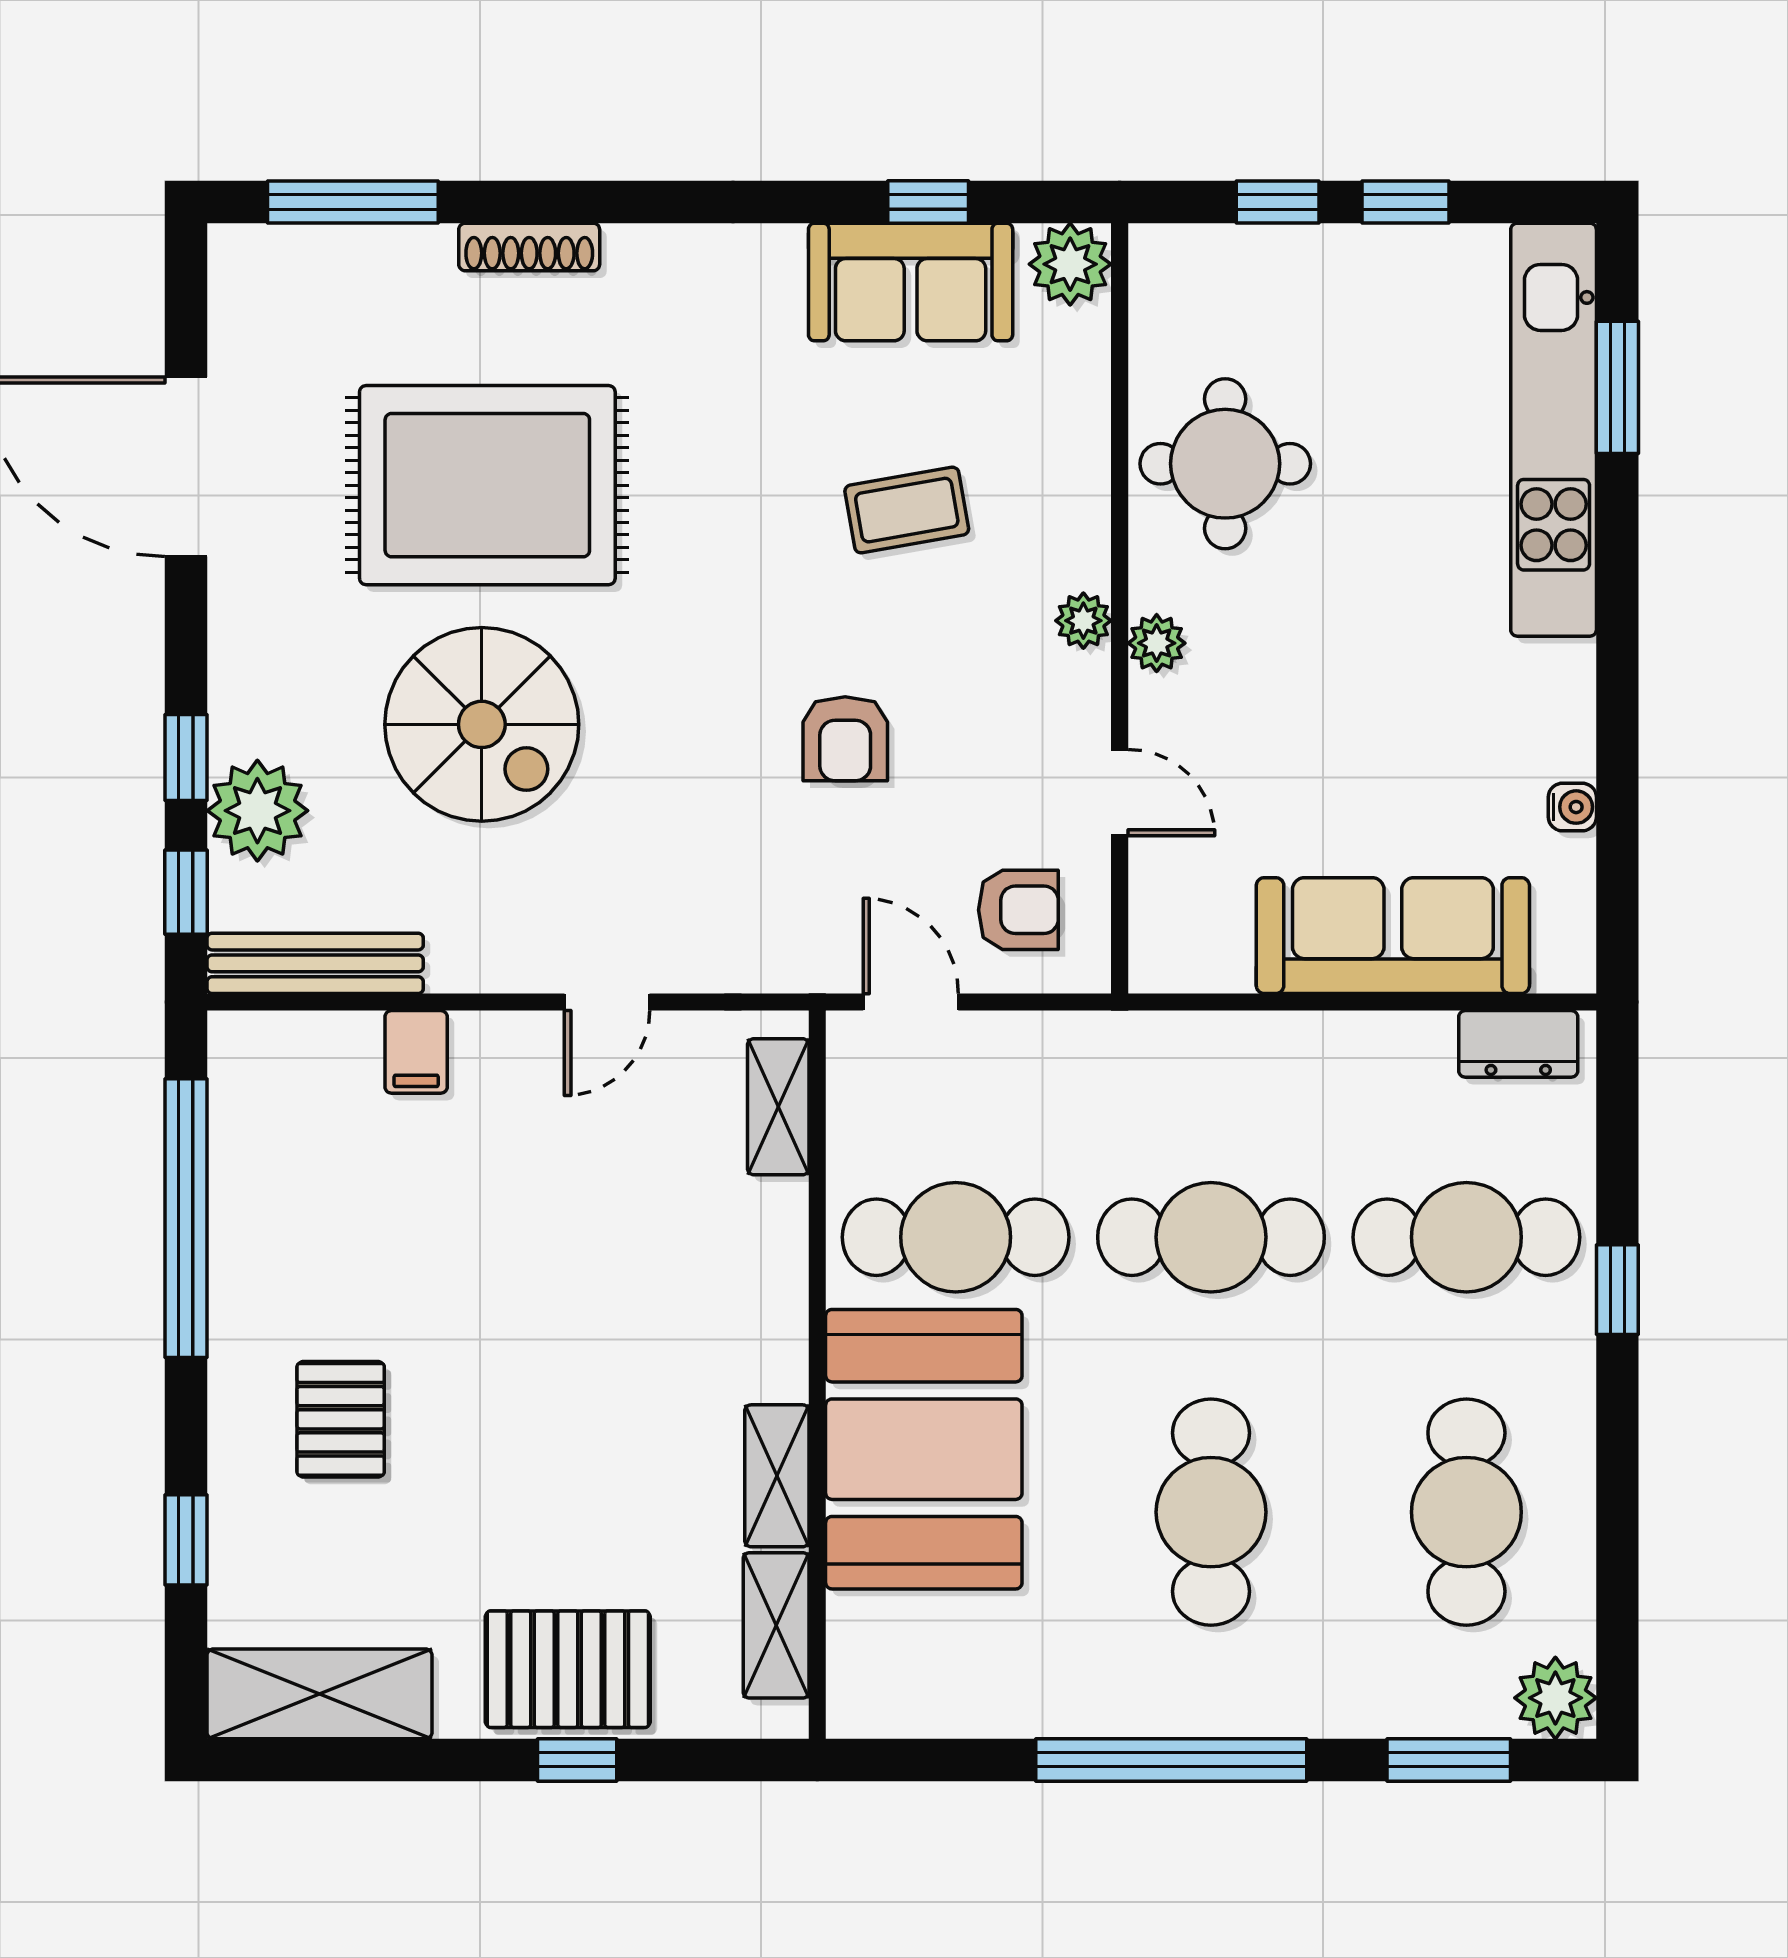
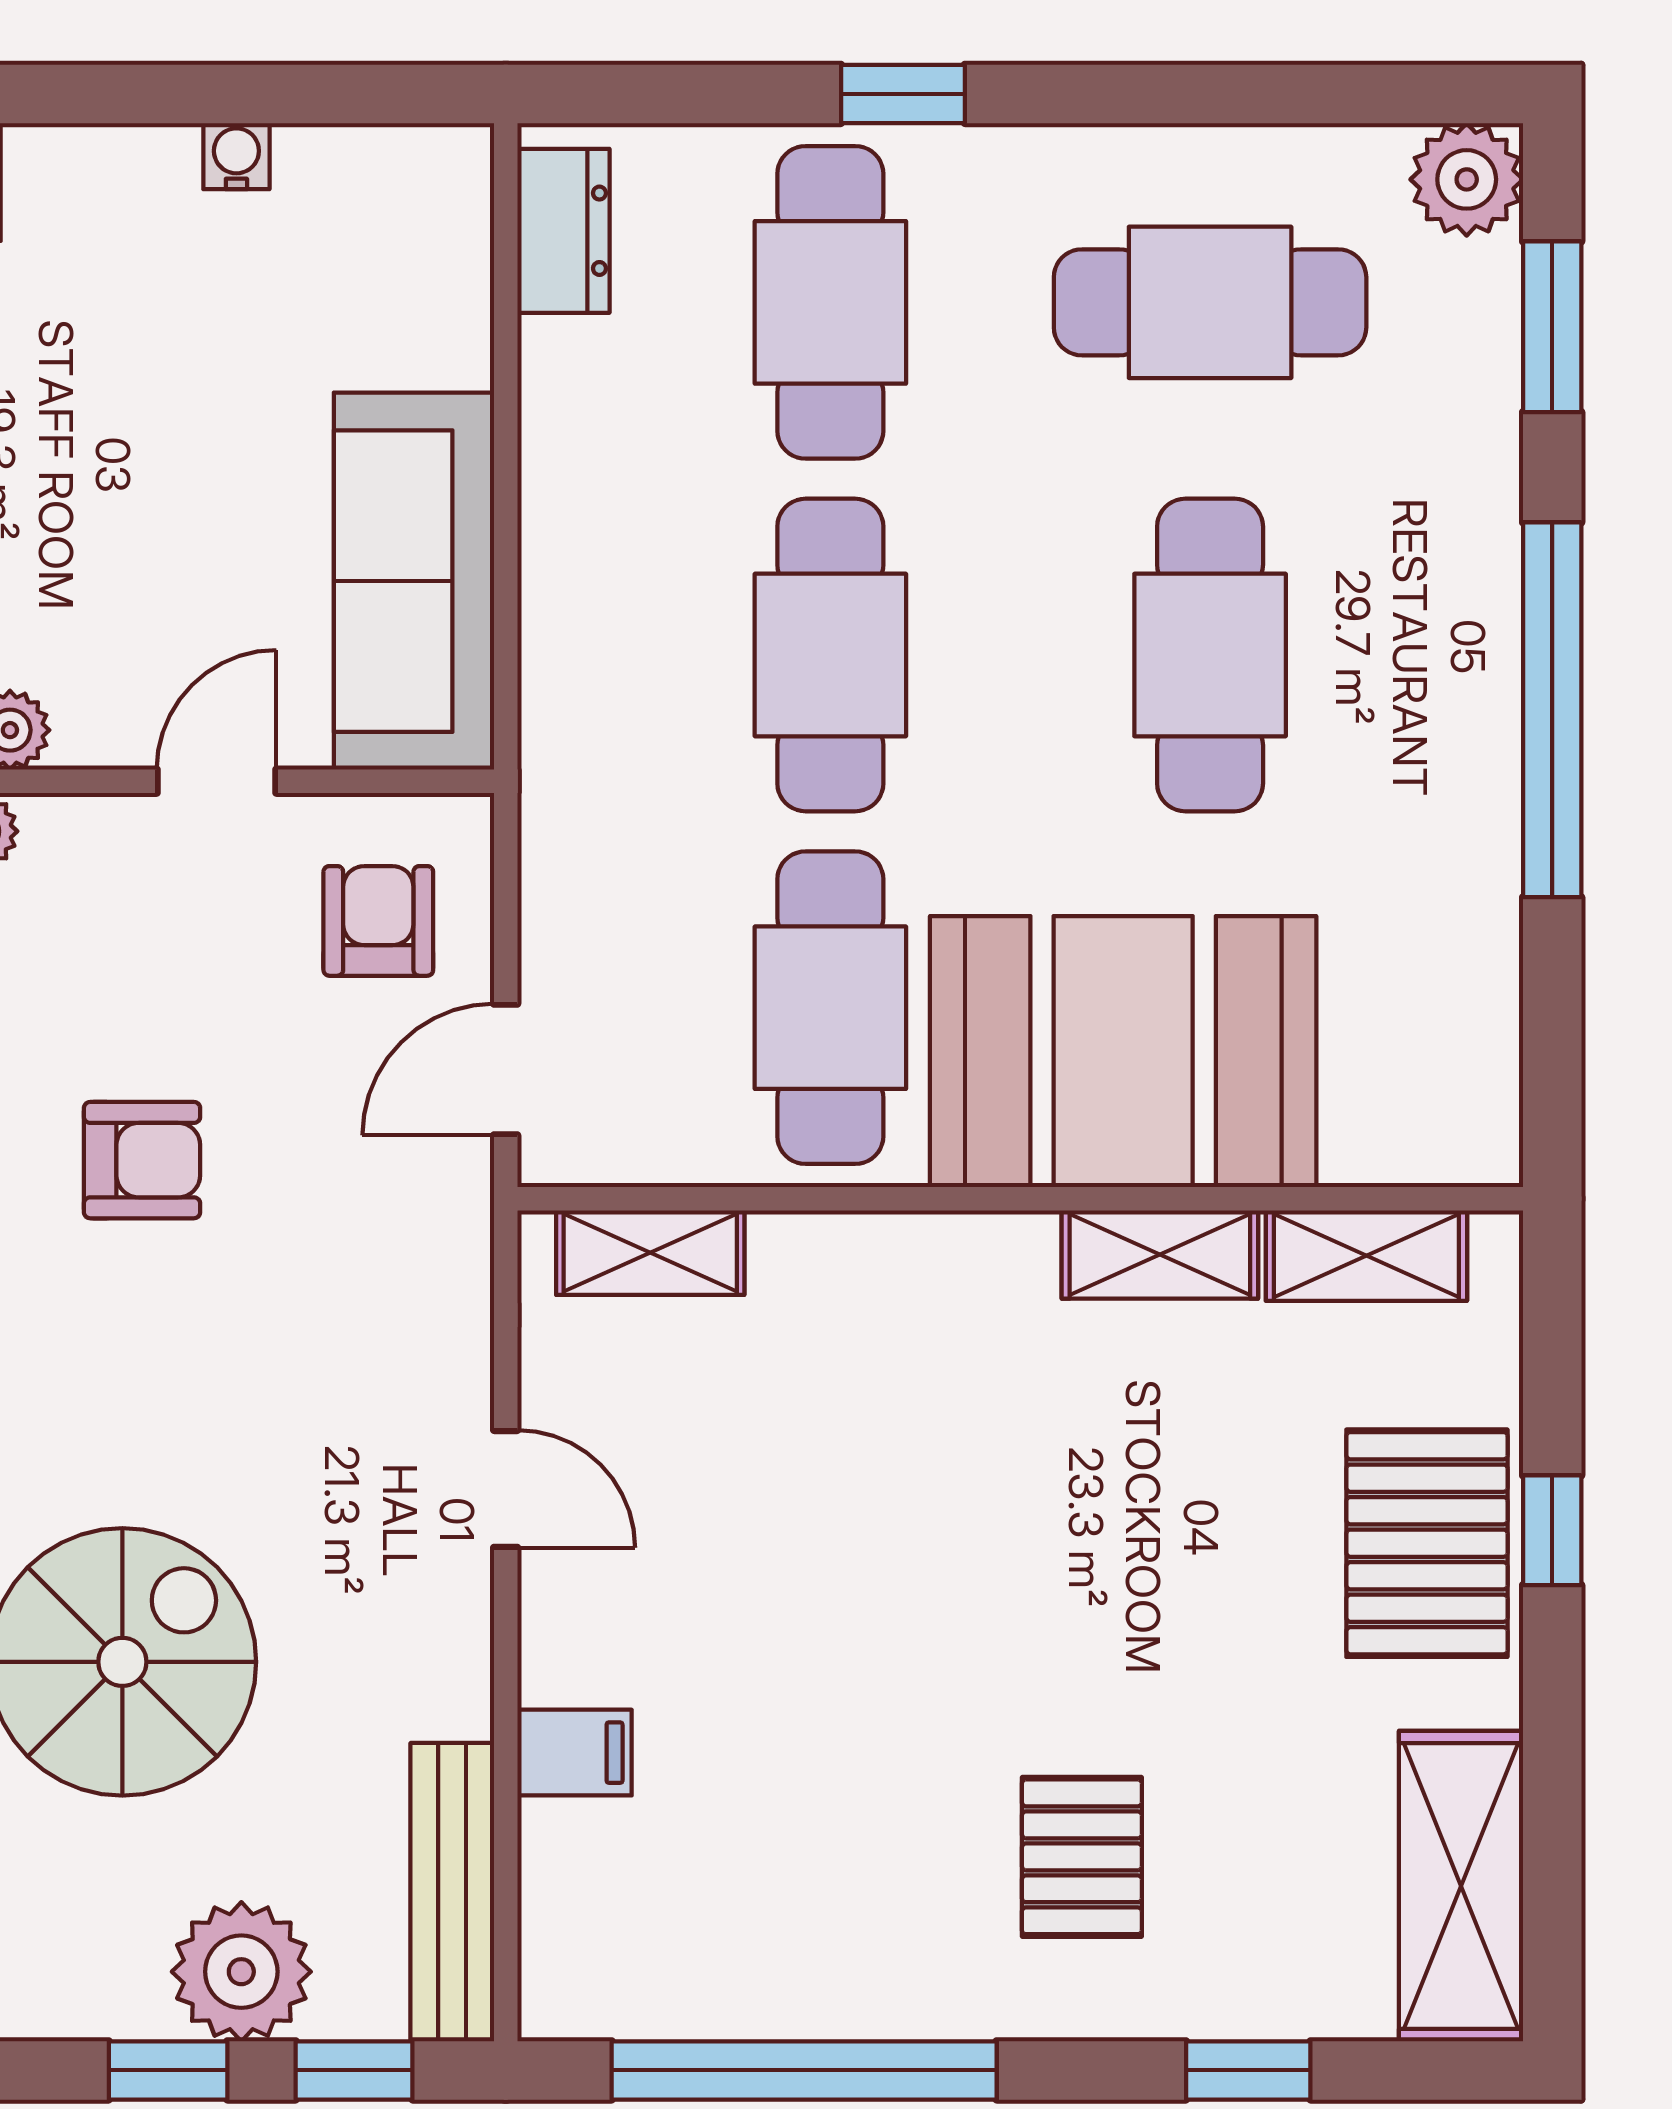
sofa: (1393, 936) -> (414, 581), moved
pallet: (341, 1419) -> (1082, 1857), turned 90
cafe table: (1211, 1512) -> (1210, 655), turned 90

